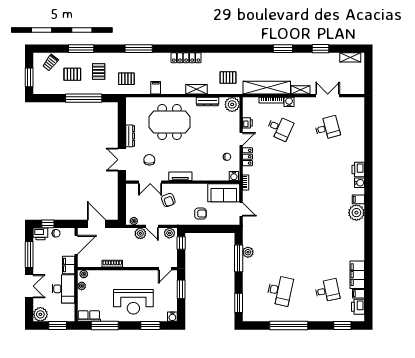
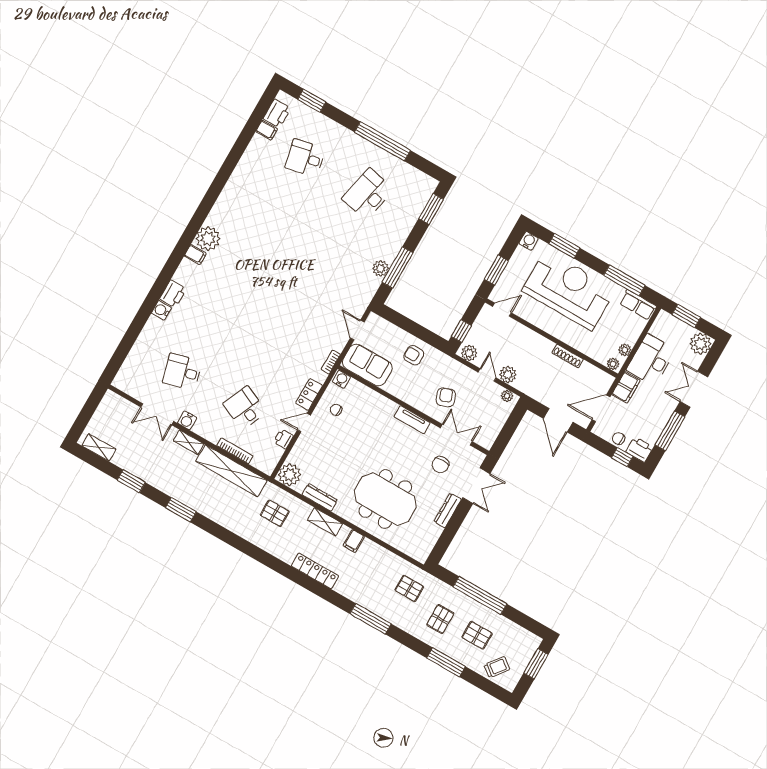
filing cabinet: (156, 88) -> (354, 541), moved
water cooler: (289, 102) -> (187, 420), moved
water cooler: (359, 183) -> (161, 310), moved
filing cabinet: (357, 275) -> (254, 156), removed
reception desk: (133, 302) -> (569, 290), width x1.36, depth x1.30

